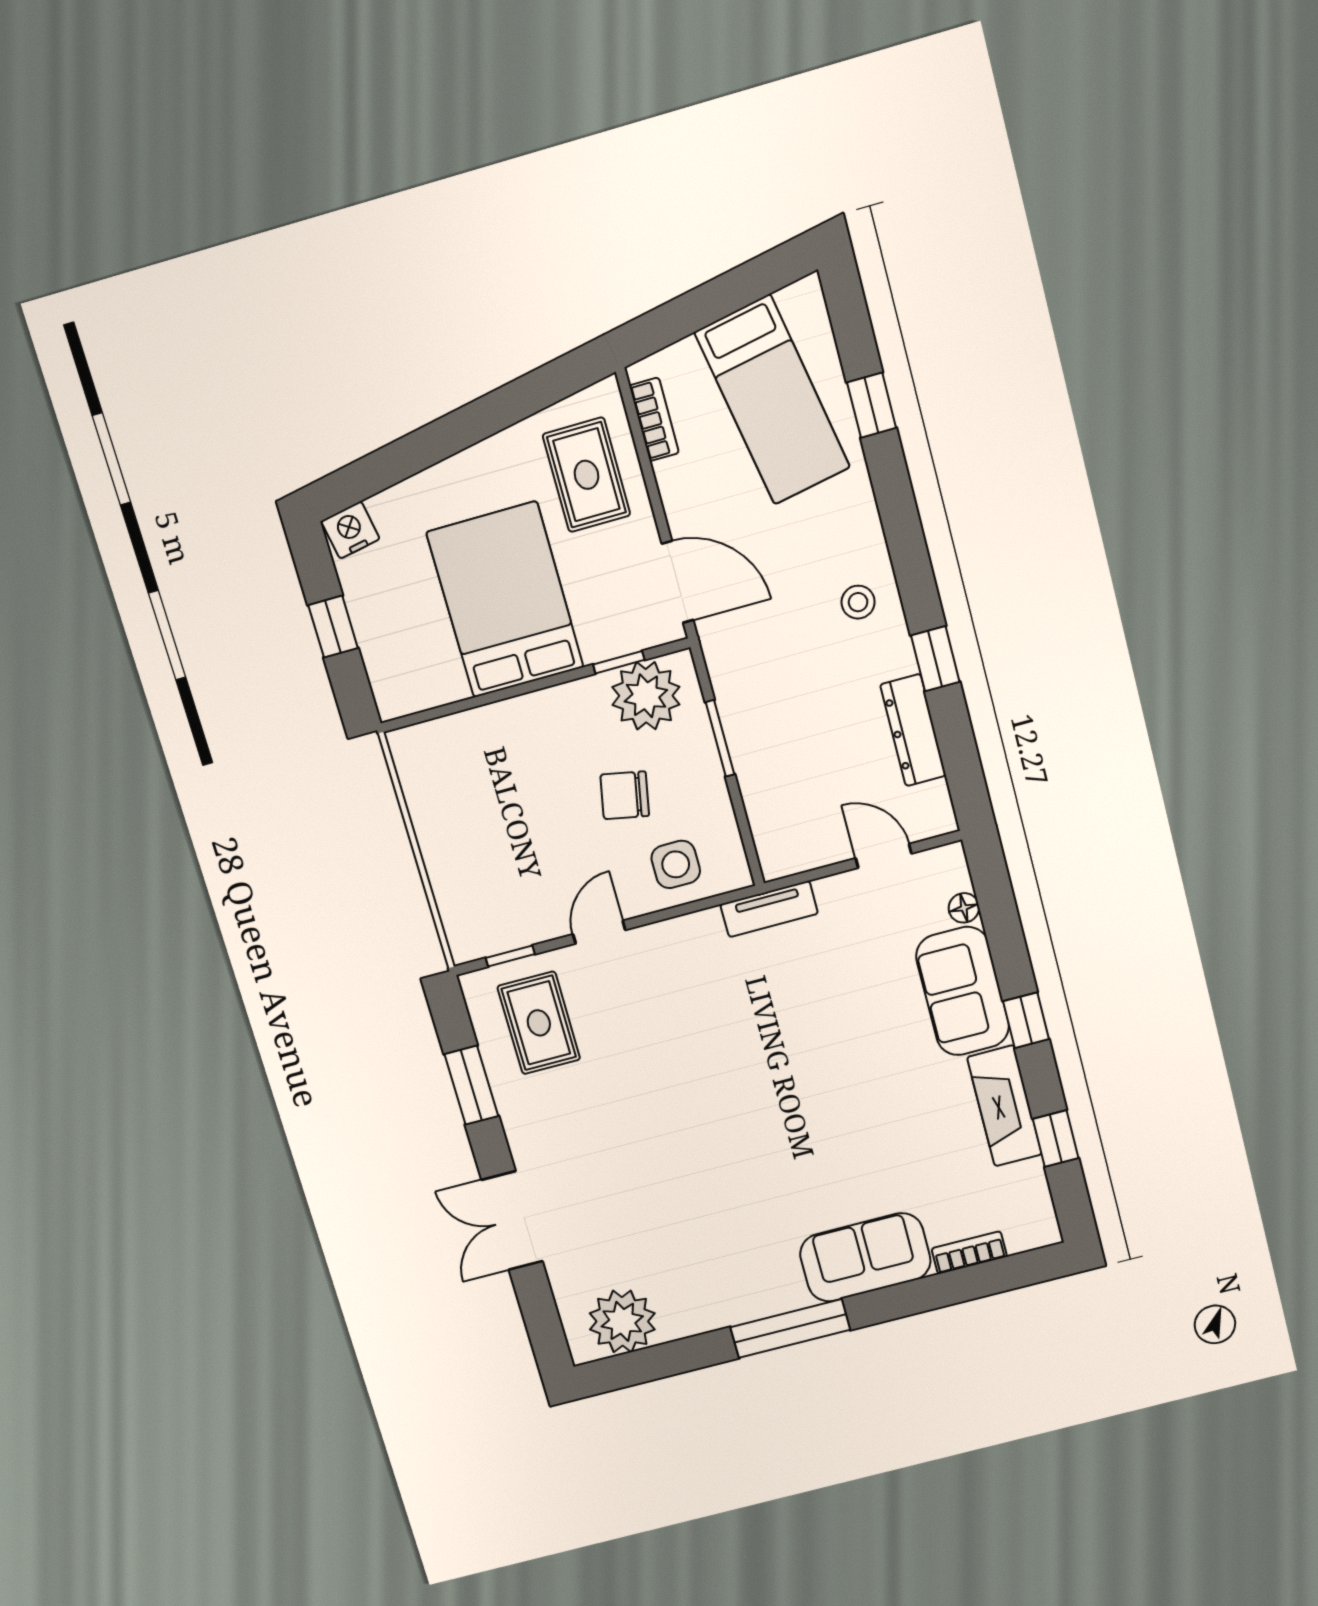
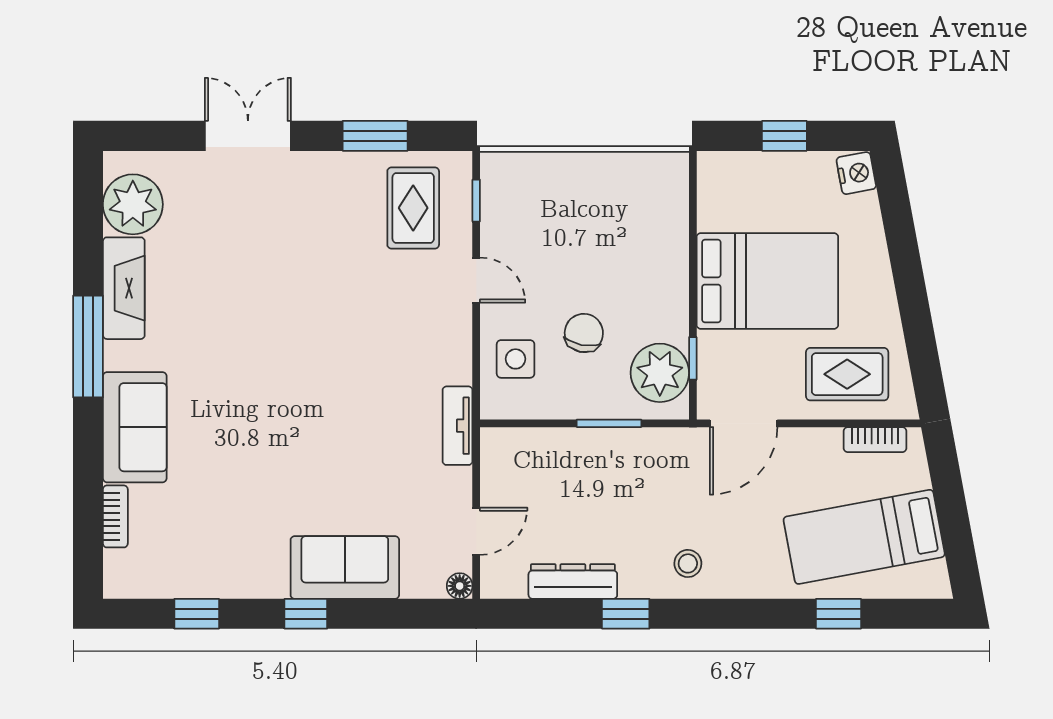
floor lamp: (964, 908) -> (460, 586), moved
rug: (539, 1023) -> (413, 208), turned 90
fireplace: (1005, 1106) -> (124, 288), moved, turned 90

